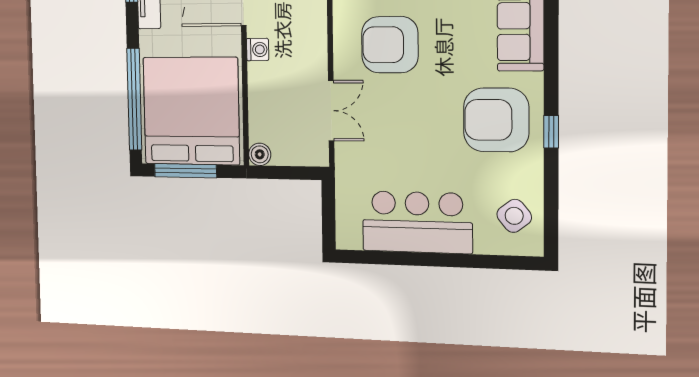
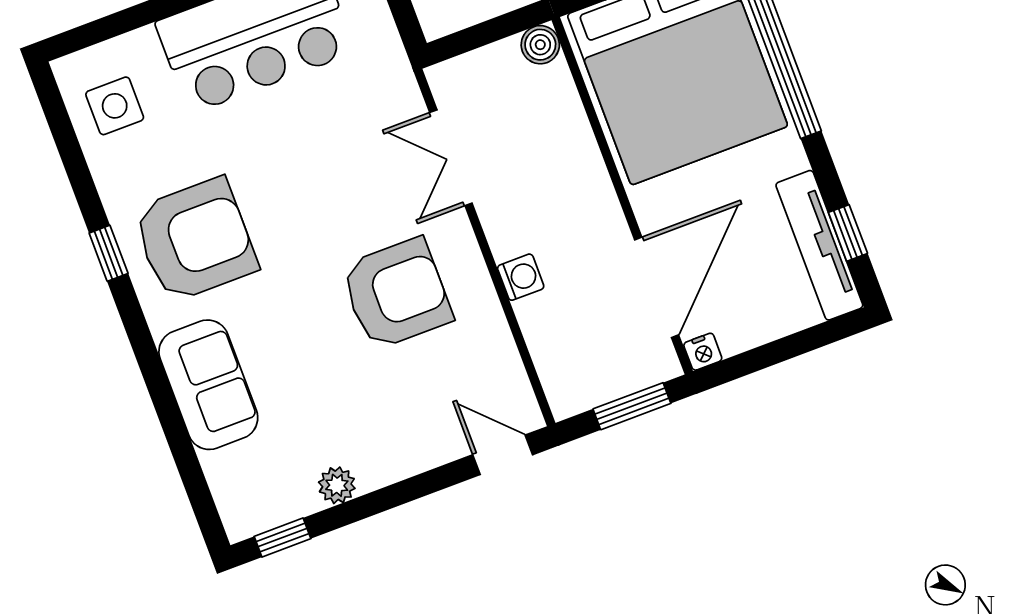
washing machine: (258, 49) -> (521, 277), moved, turned 180
side table: (514, 216) -> (115, 106), turned 38

